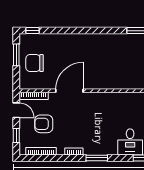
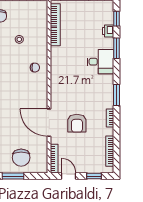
chair: (124, 77) -> (35, 68), added
door: (16, 110) -> (69, 176), hinge flipped
armchair: (44, 124) -> (77, 123), moved

